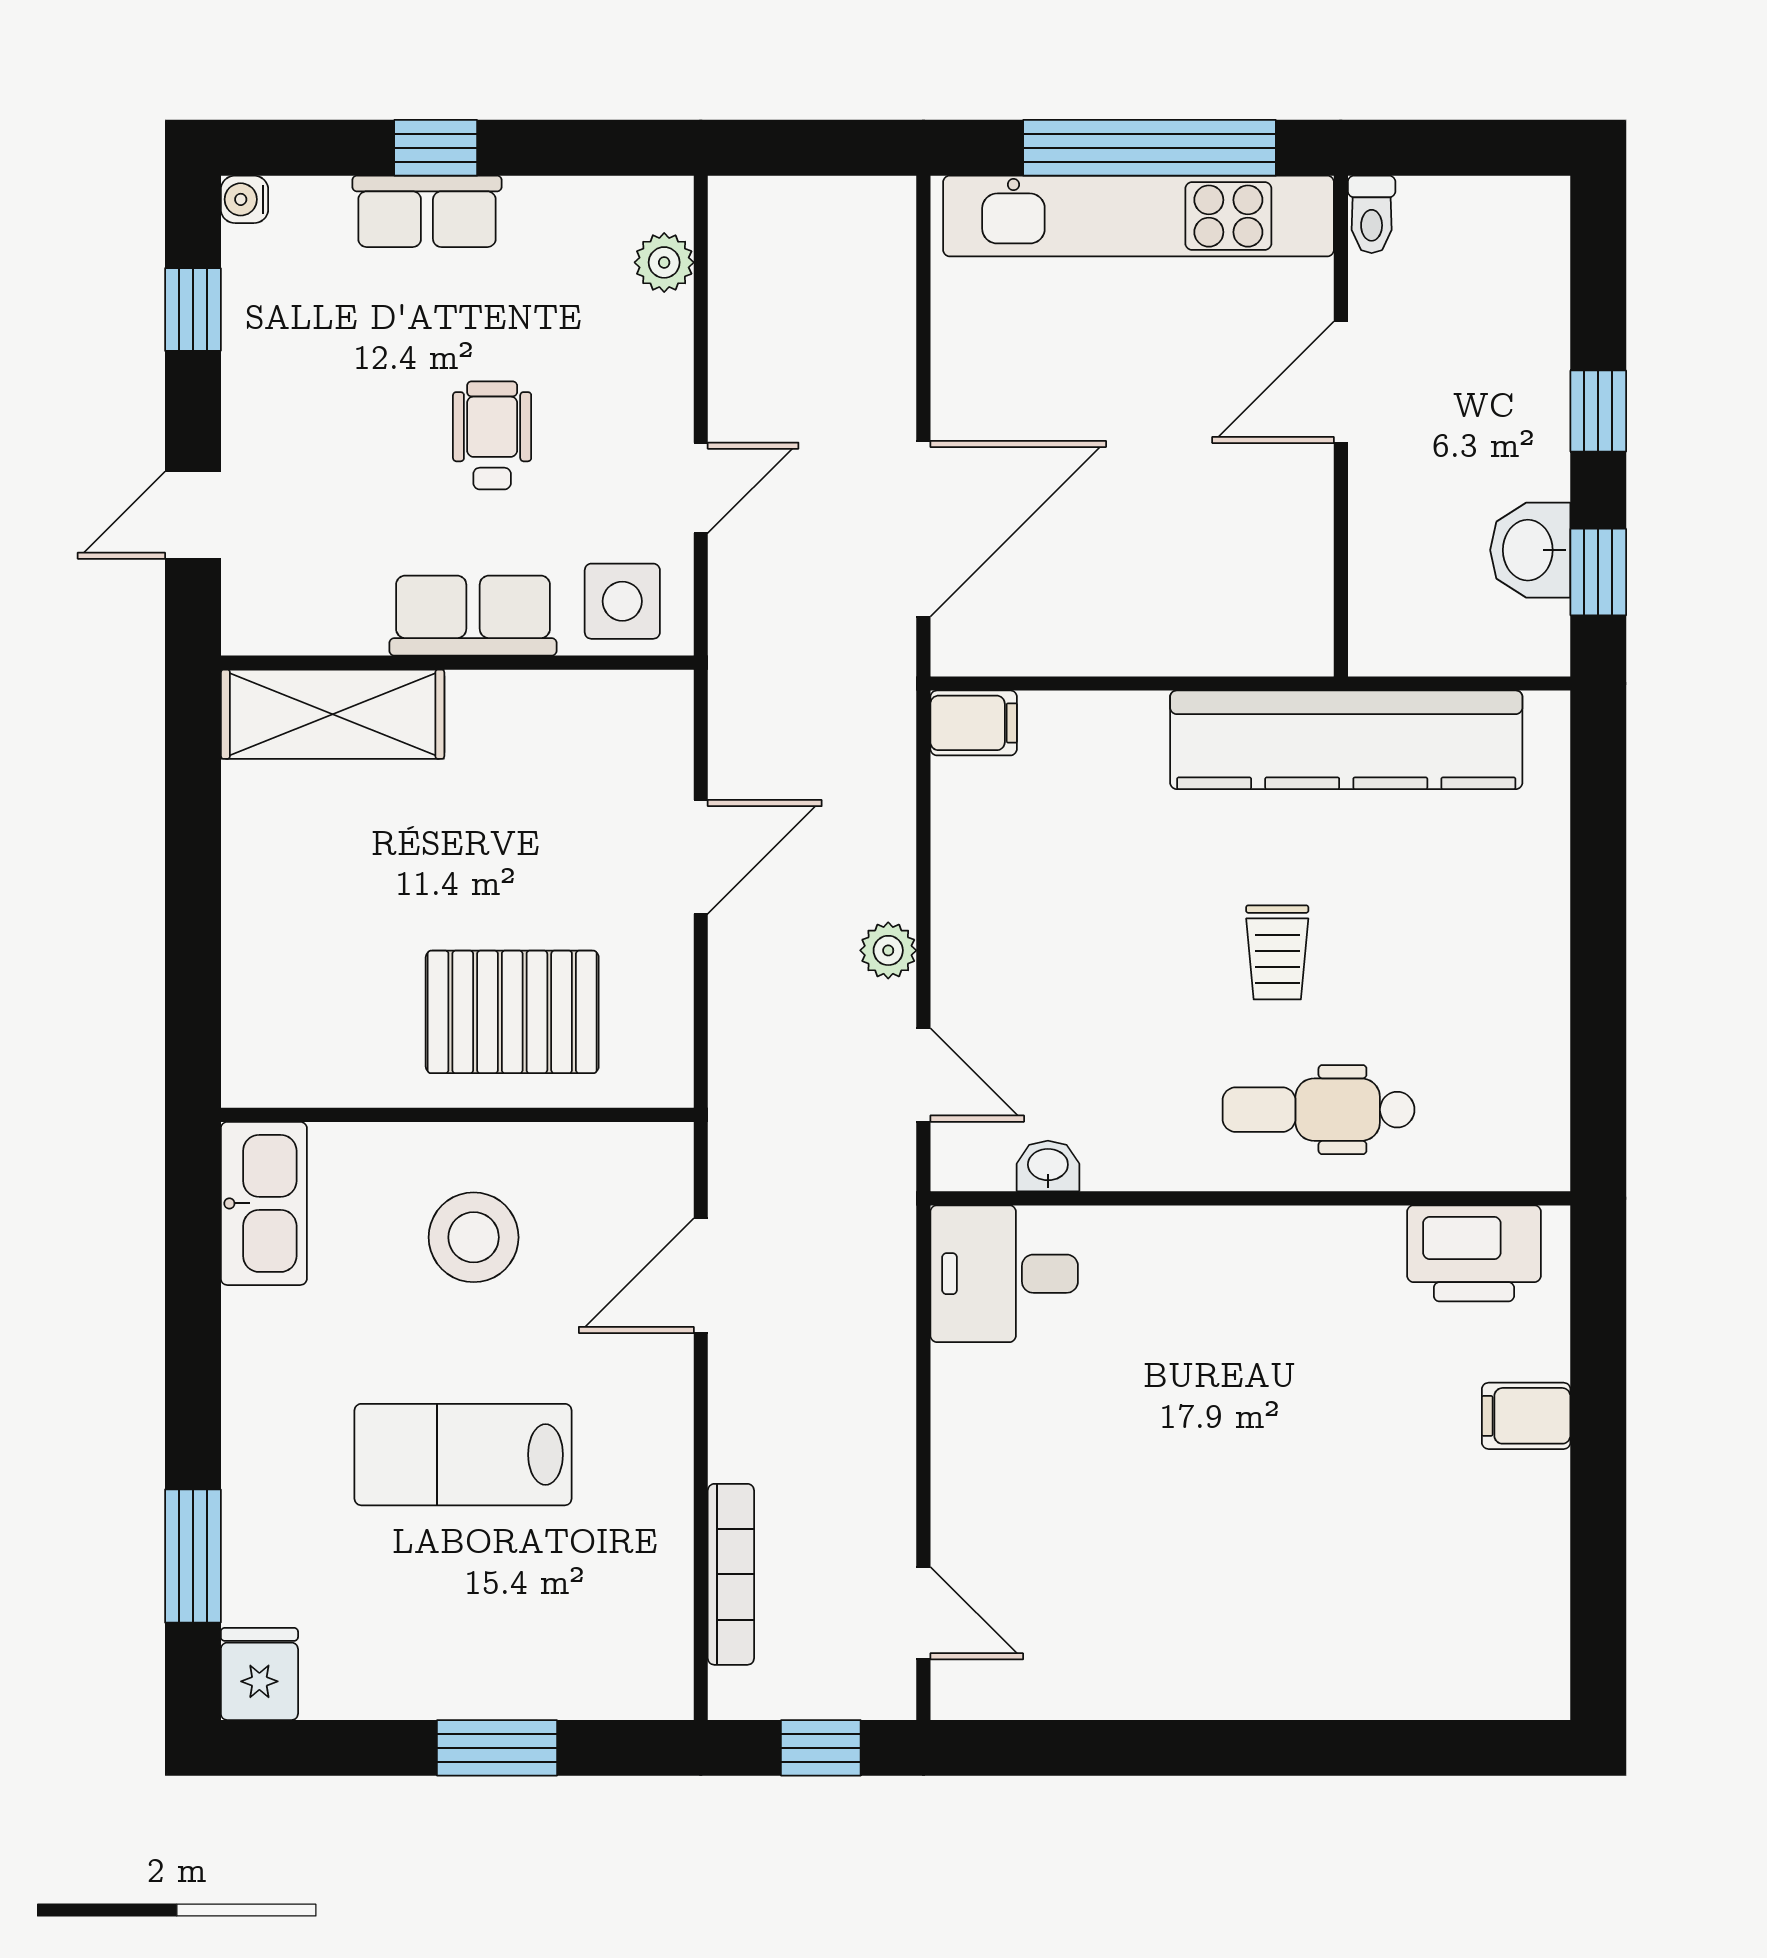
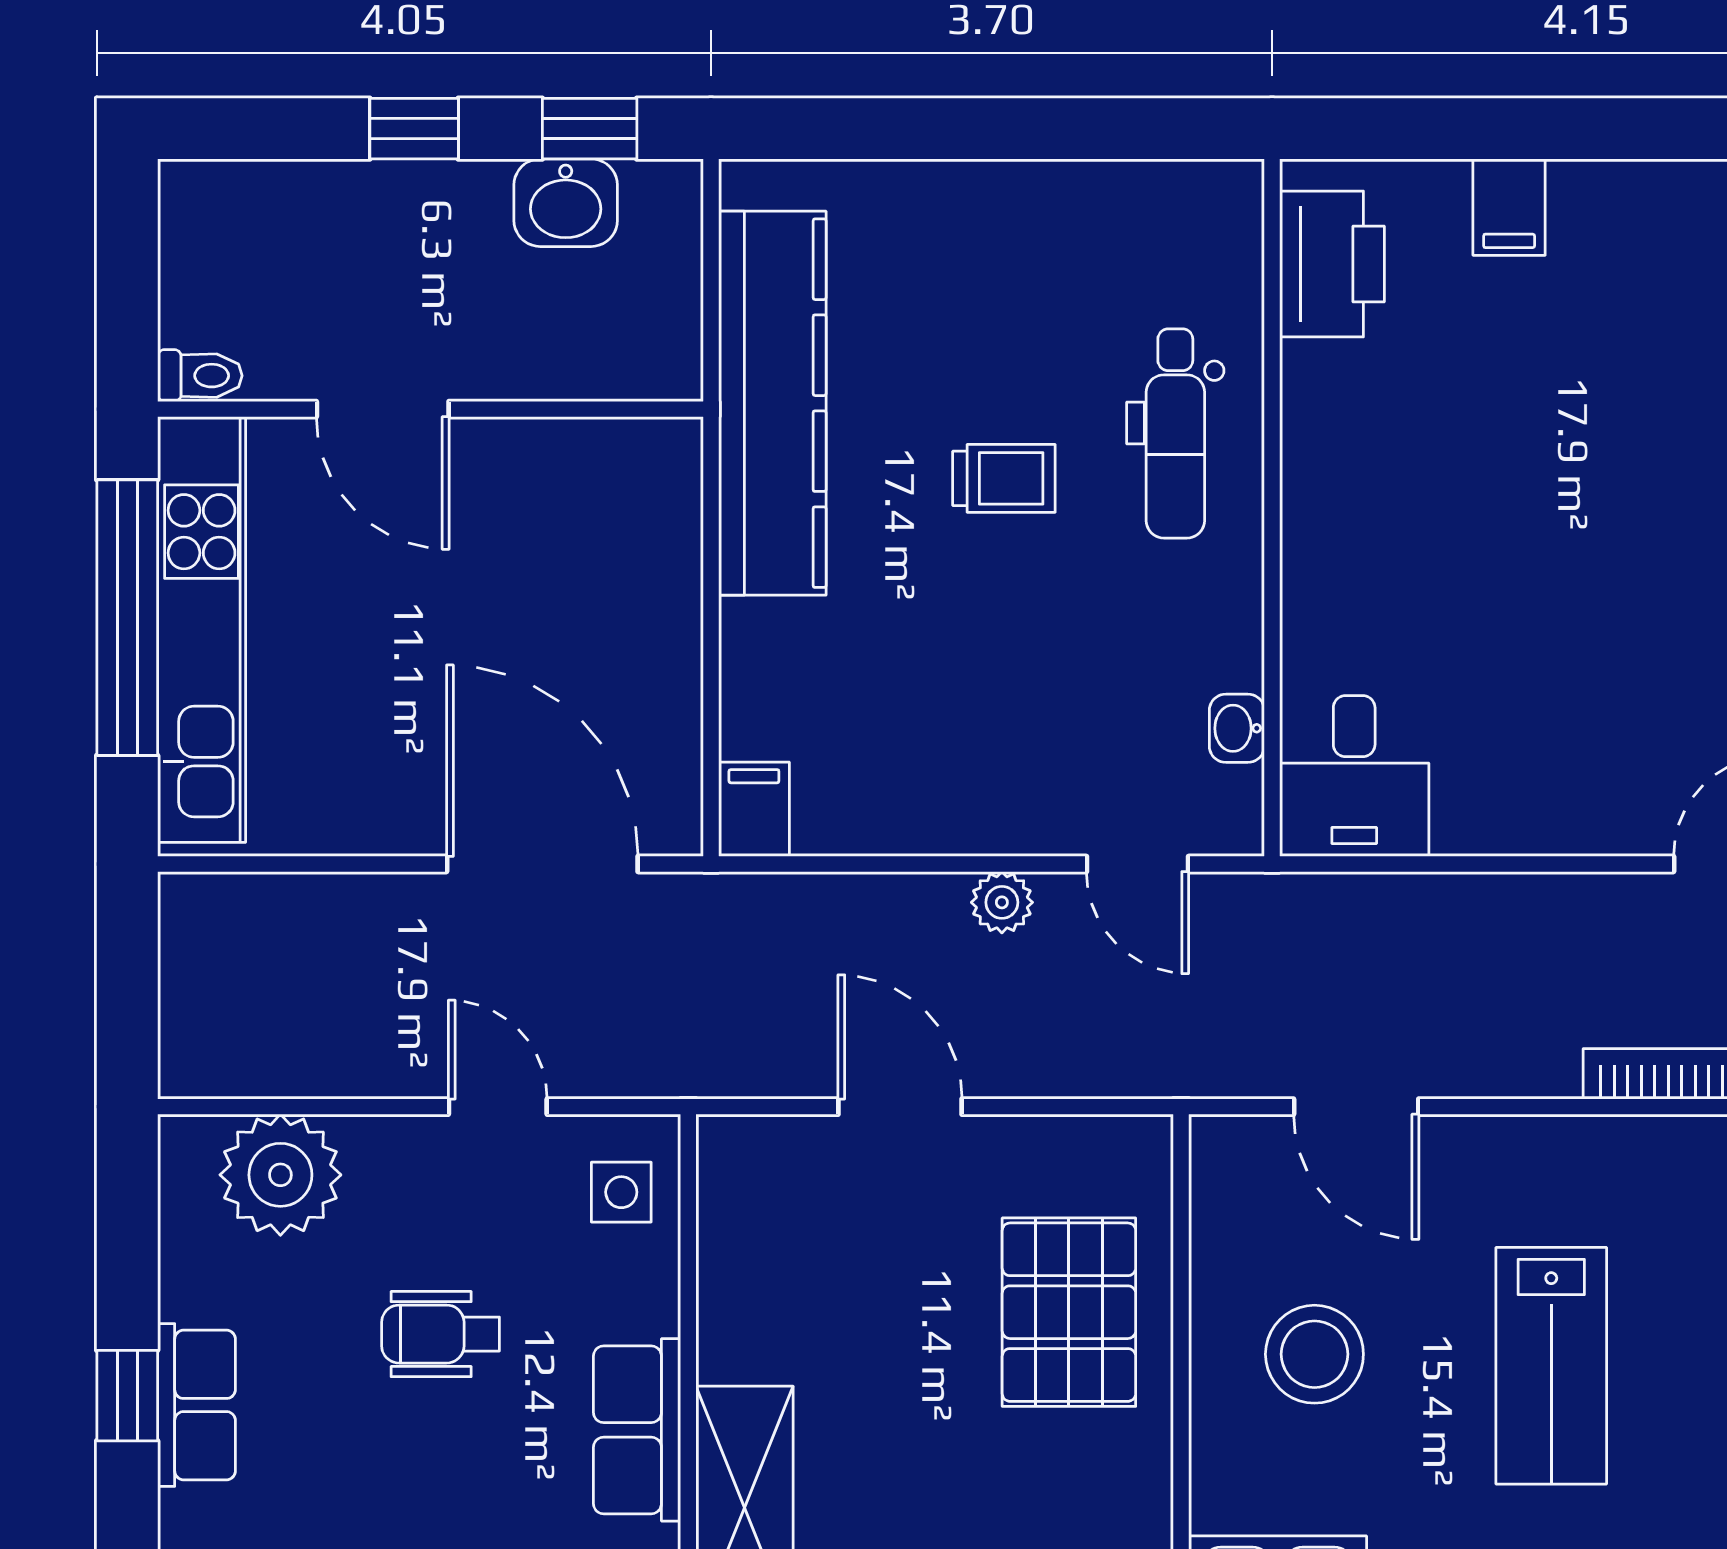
plant: (664, 262) -> (280, 1175), width x1.88, depth x1.88
side table: (622, 601) -> (621, 1192), width x0.73, depth x0.73
row of seats: (473, 616) -> (637, 1430), moved
door: (923, 1075) -> (1138, 864), swing flipped

